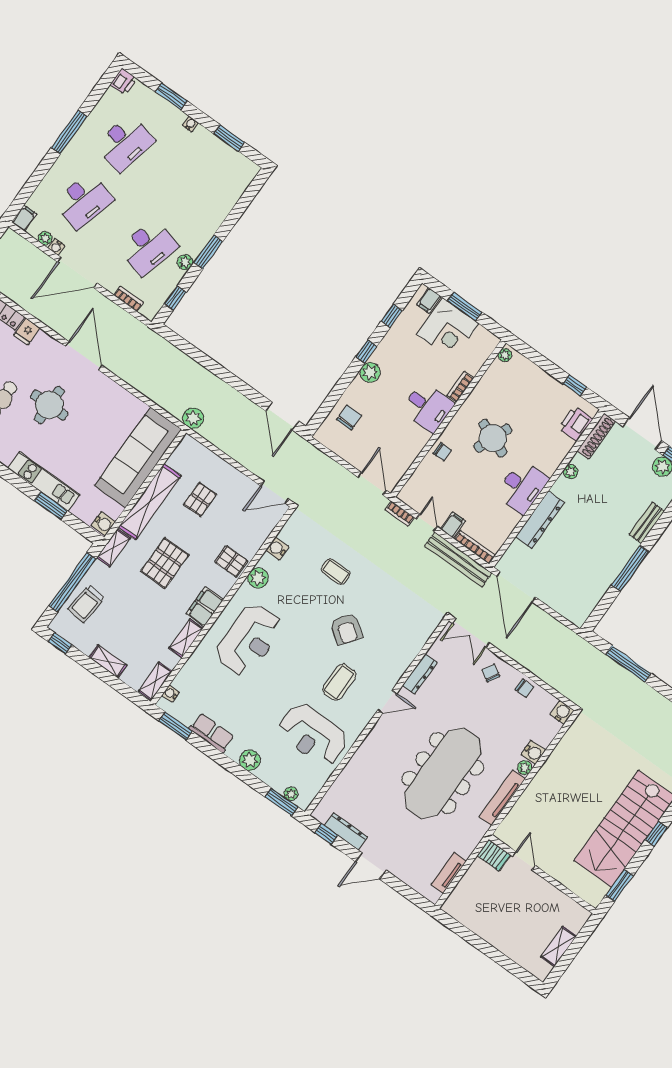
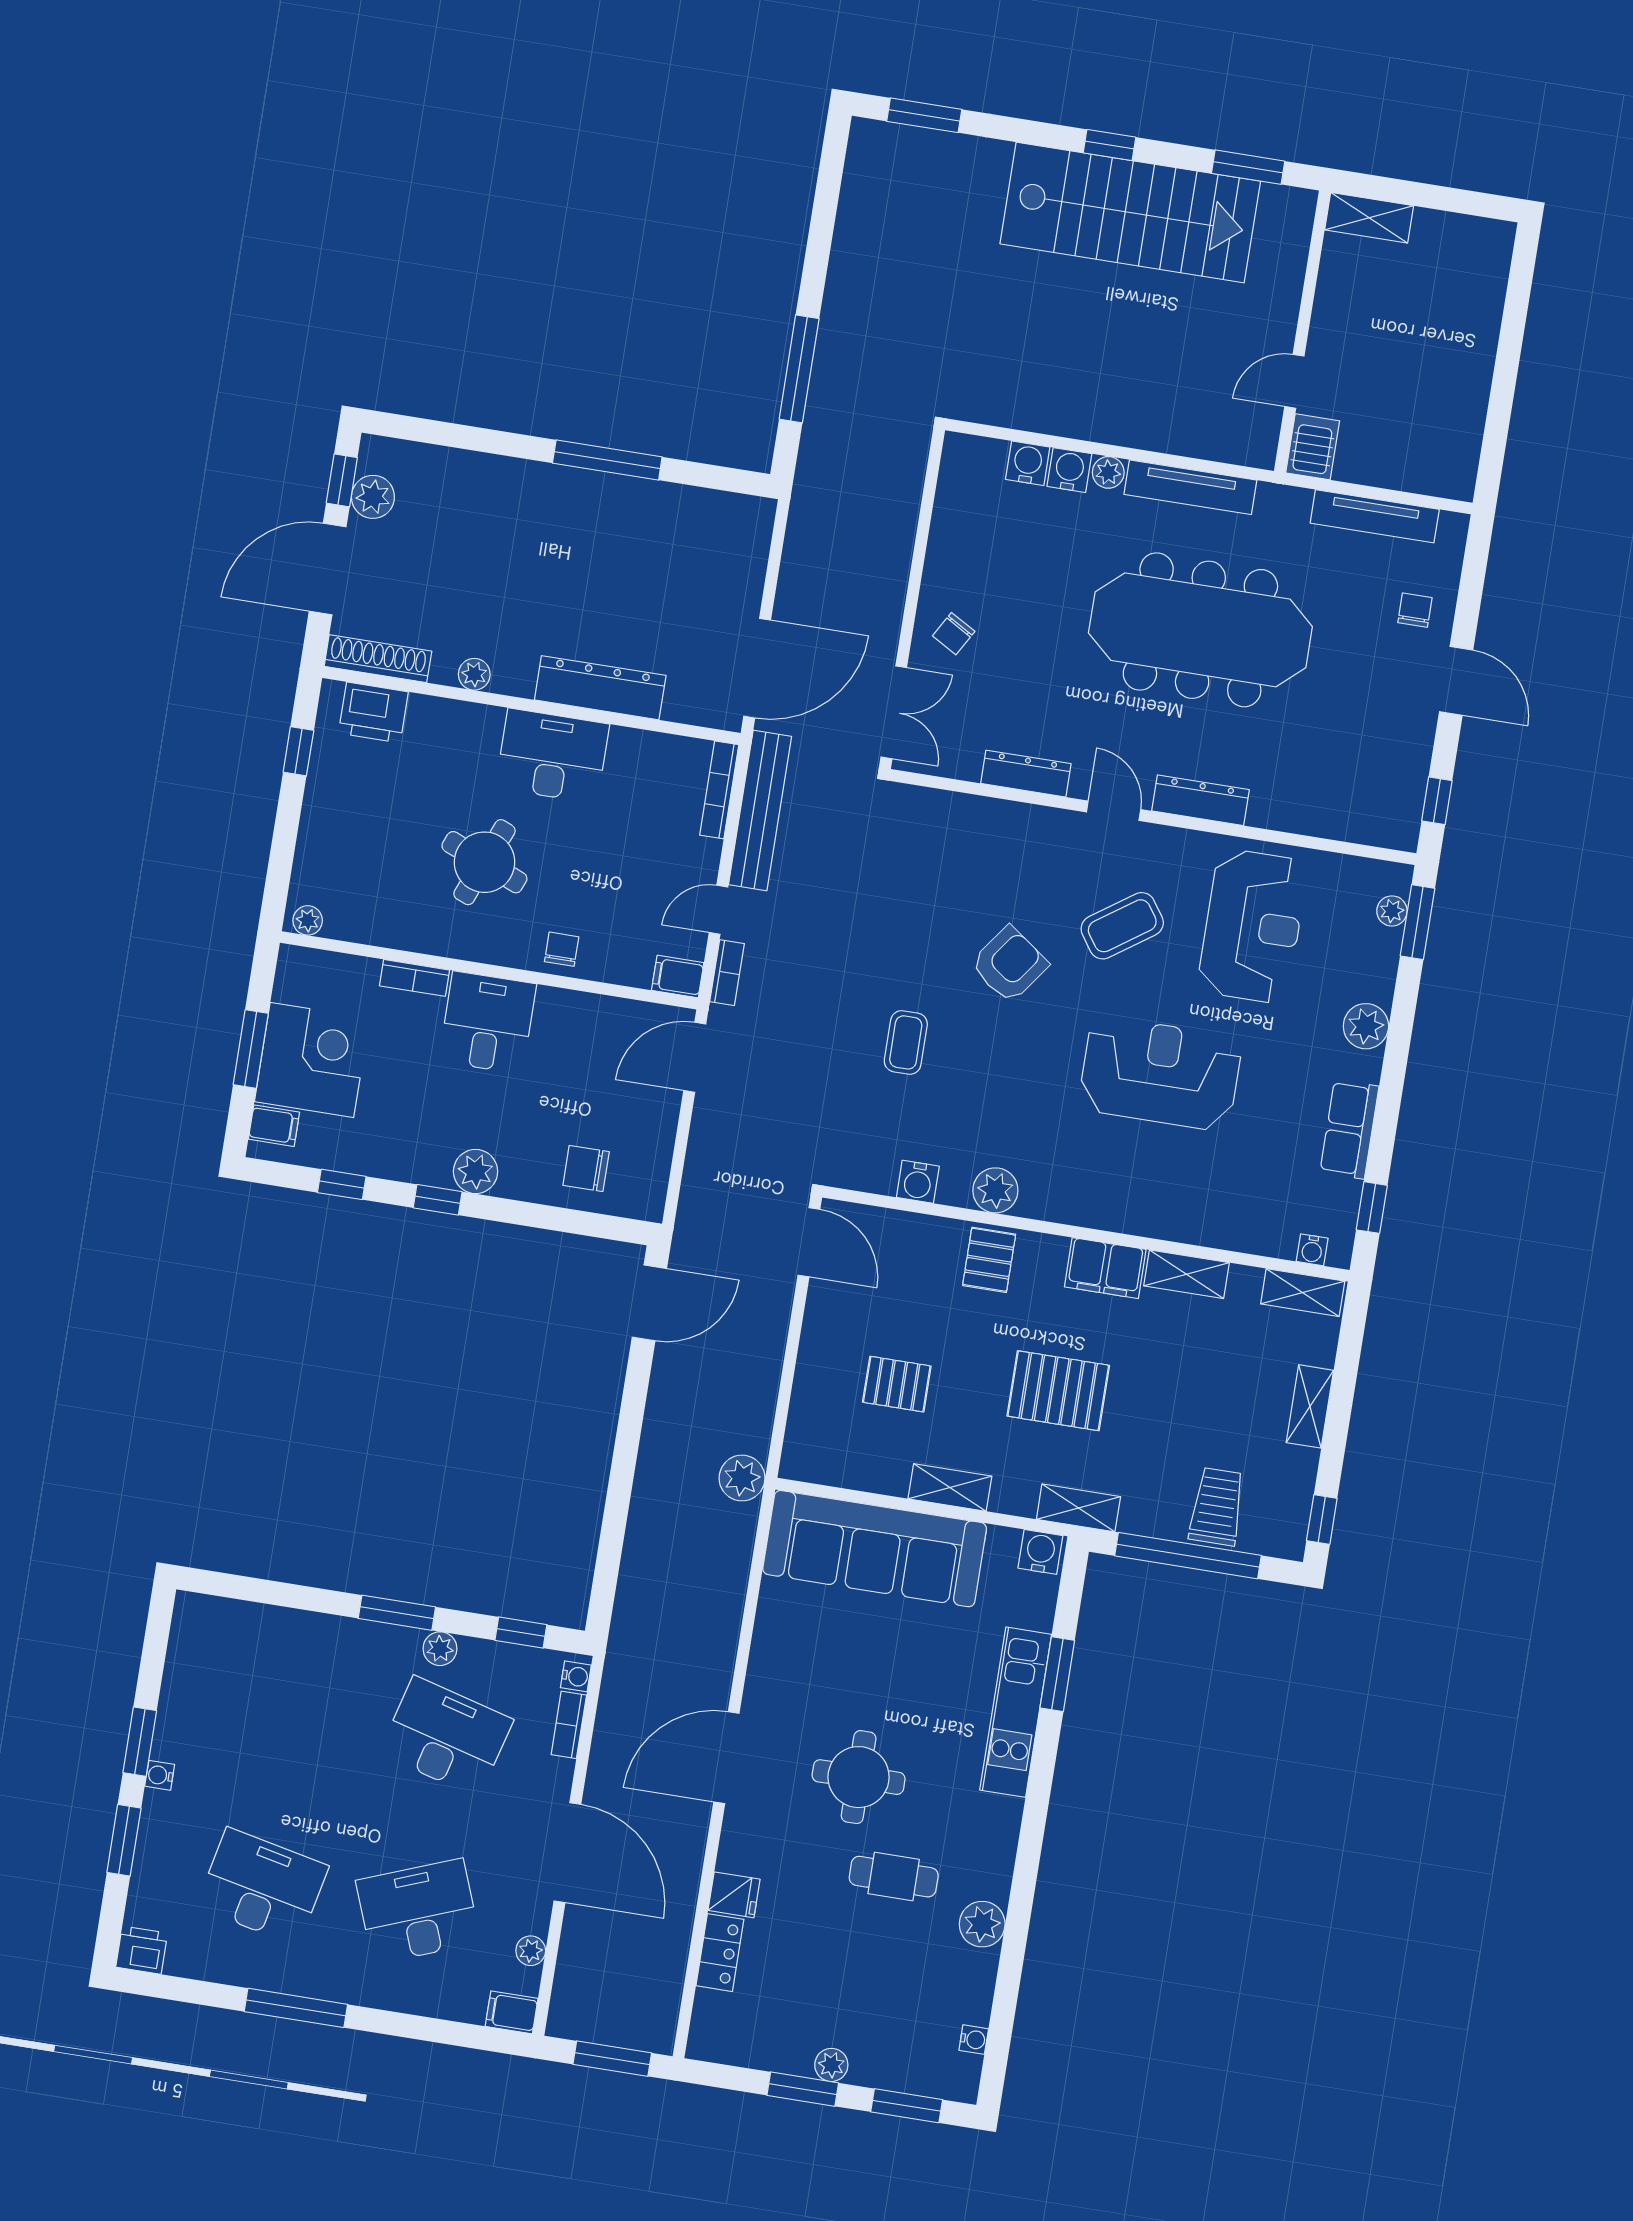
window: (229, 138) -> (140, 1742), moved
desk: (84, 201) -> (418, 1912), turned -36
water cooler: (56, 247) -> (576, 1676), moved
shelving: (150, 502) -> (950, 1487), width x0.45, depth x0.75
bench: (647, 523) -> (500, 472), removed
filing cabinet: (453, 525) -> (678, 977), moved
trolley: (86, 604) -> (1217, 1507), turned -96
reception desk: (249, 640) -> (1160, 1073), moved
coffee table: (339, 682) -> (1122, 926), turned -35
chair: (524, 688) -> (1415, 610), moved
water cooler: (562, 712) -> (1028, 463), moved, turned 90
window: (176, 726) -> (1372, 1208), width x0.67
dresser: (346, 831) -> (1200, 800), moved, turned 90
tv unit: (449, 873) -> (1375, 516), width x1.41
shelving: (559, 946) -> (1369, 218), moved

